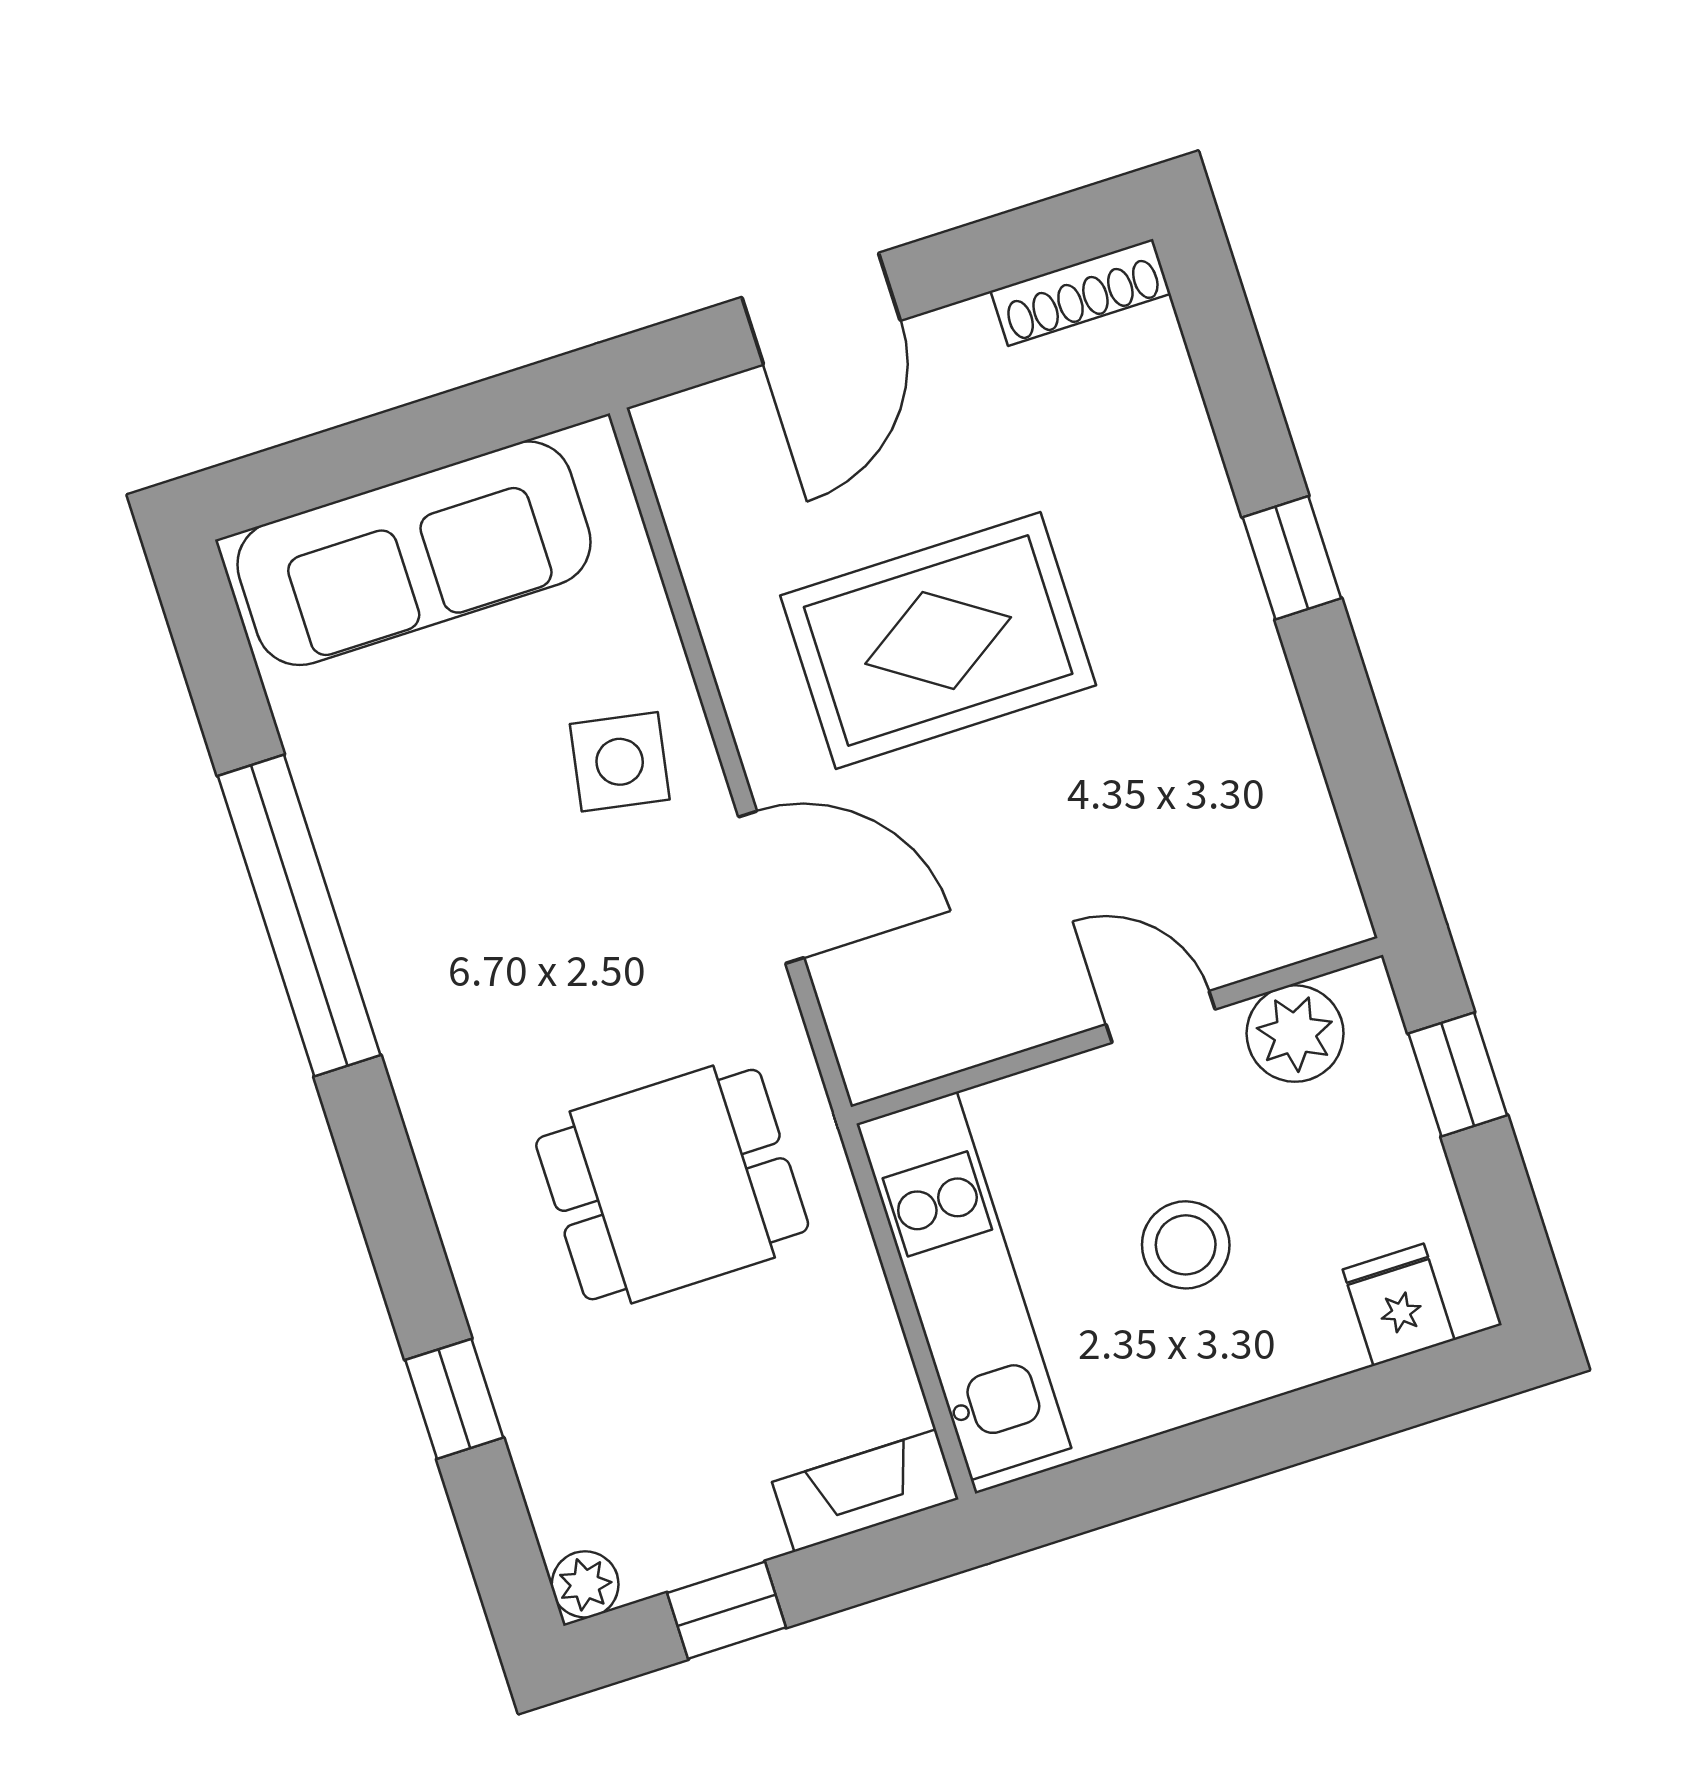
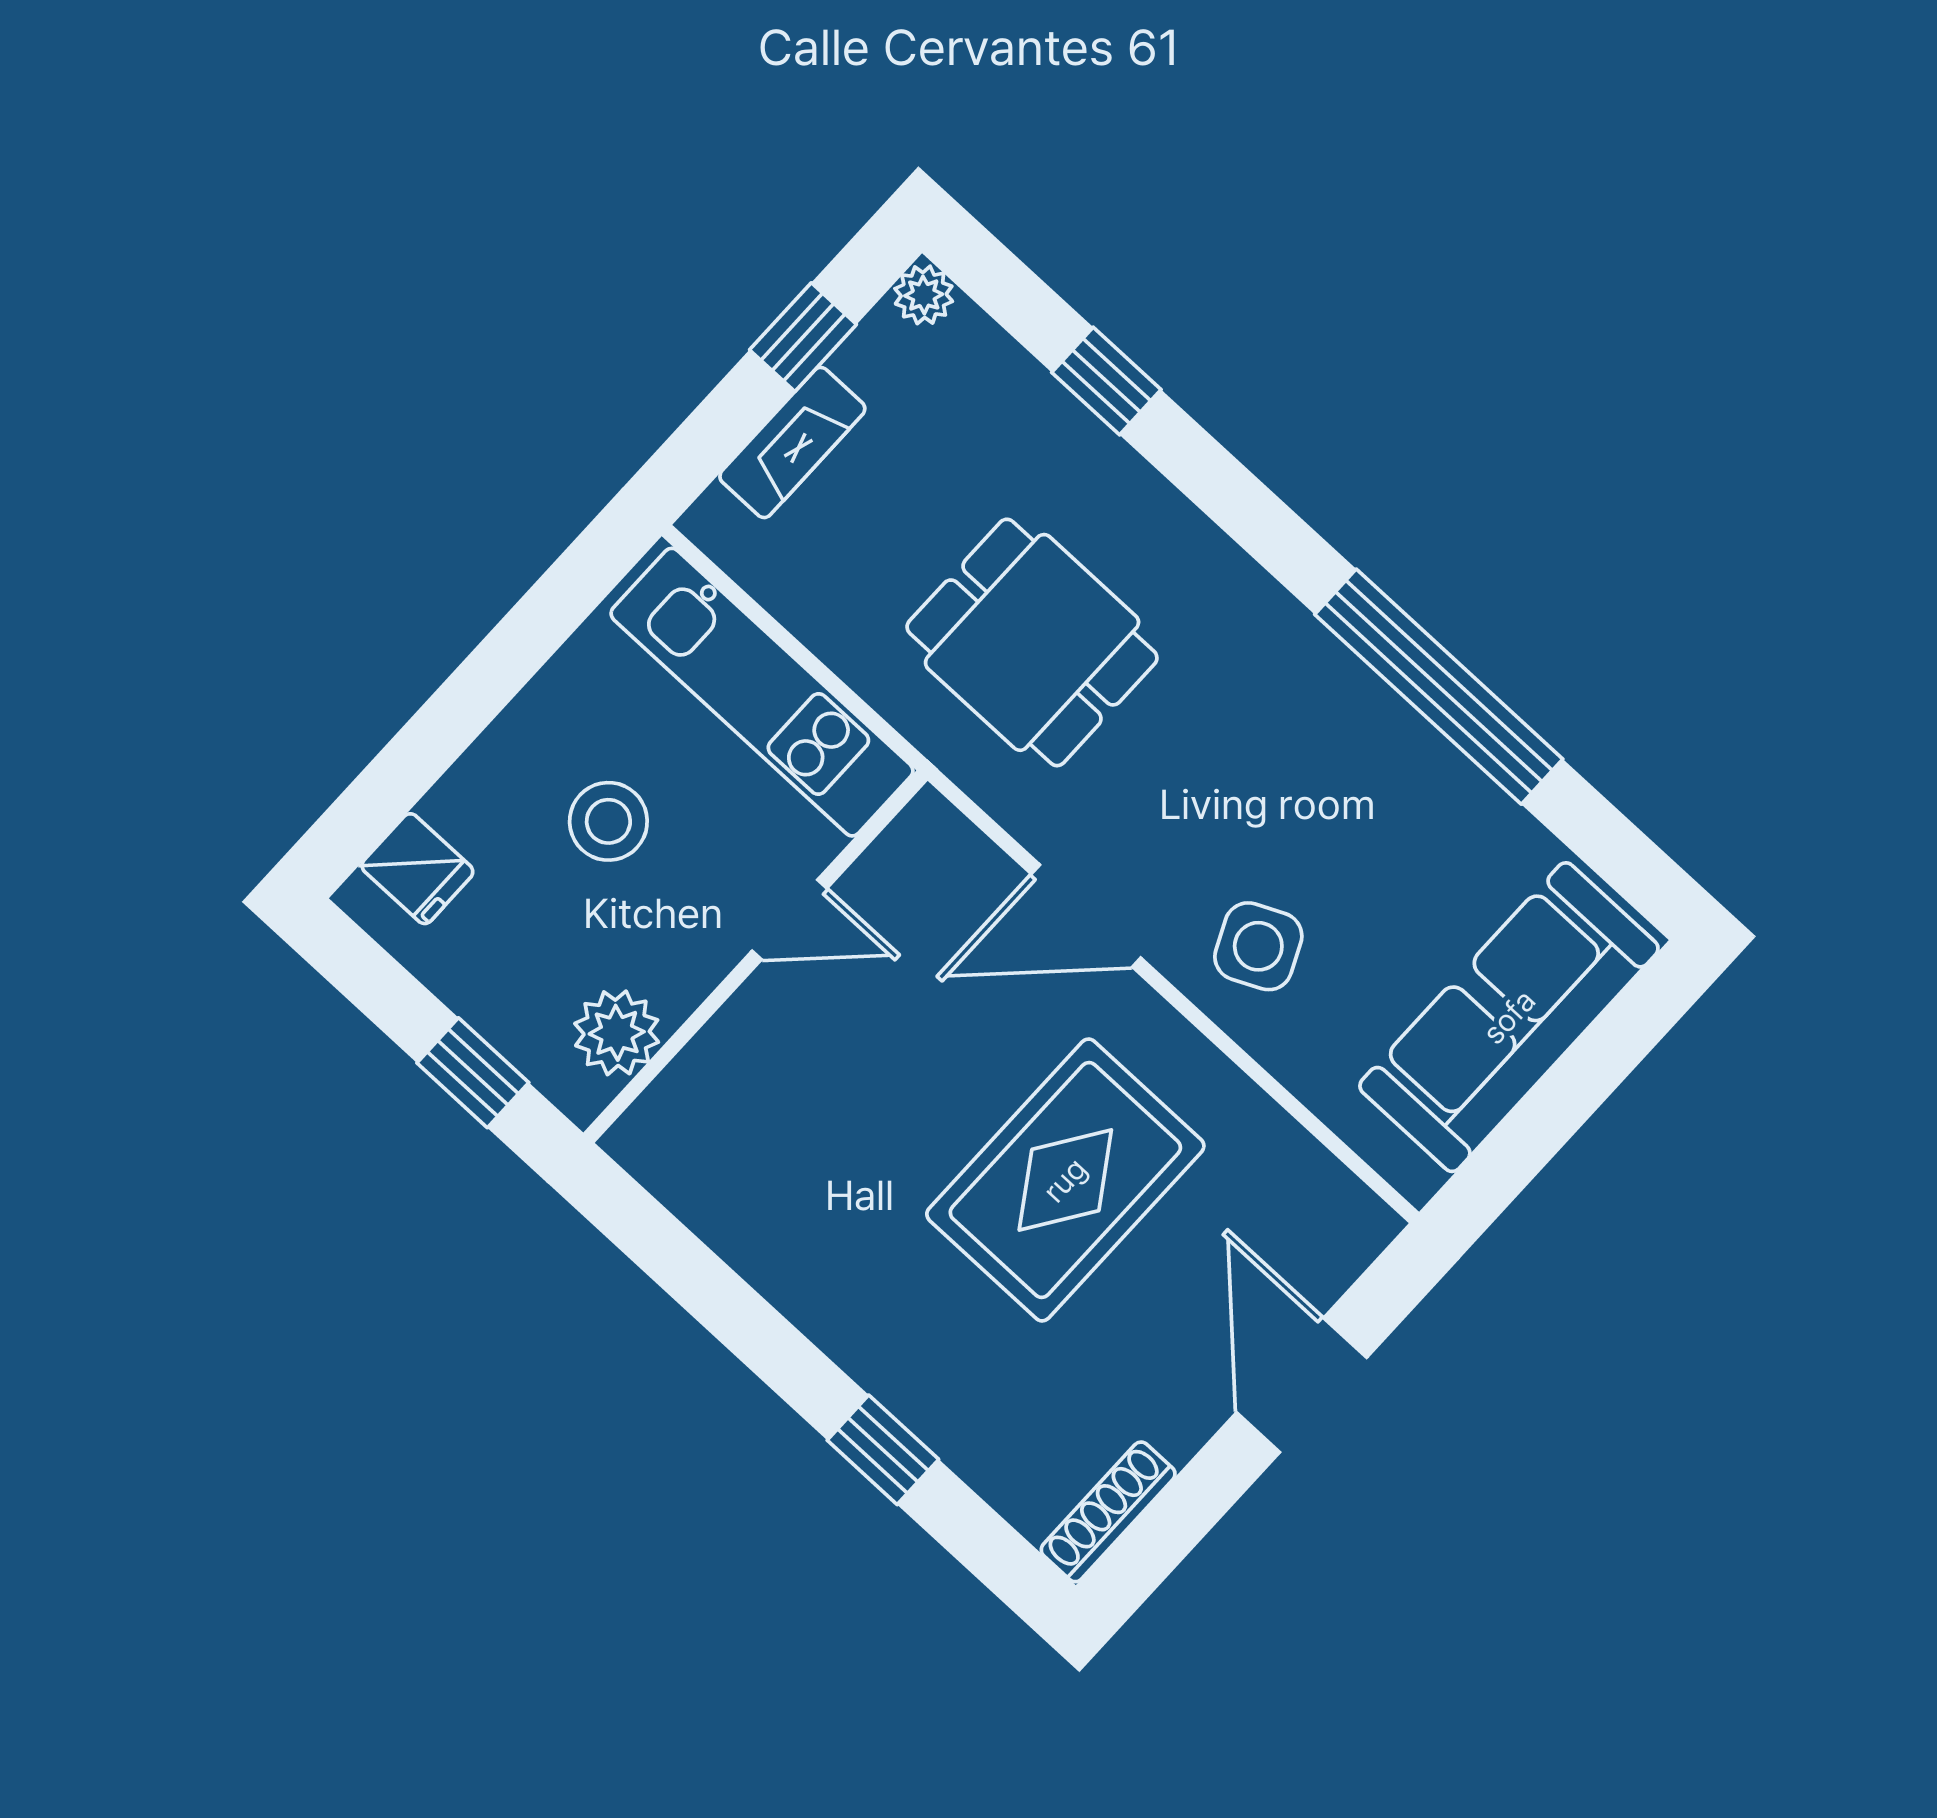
window: (1292, 558) -> (883, 1450), moved
side table: (620, 762) -> (1258, 946), turned -35
door: (1161, 1017) -> (790, 920), moved
dining table: (672, 1185) -> (1032, 642), turned 90
fireplace: (865, 1491) -> (792, 442), moved

